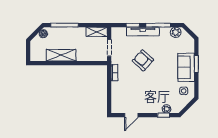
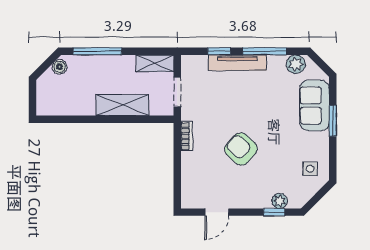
shelving: (61, 55) -> (122, 105), moved
armchair: (143, 60) -> (241, 149), moved
sofa: (186, 67) -> (315, 106), moved

